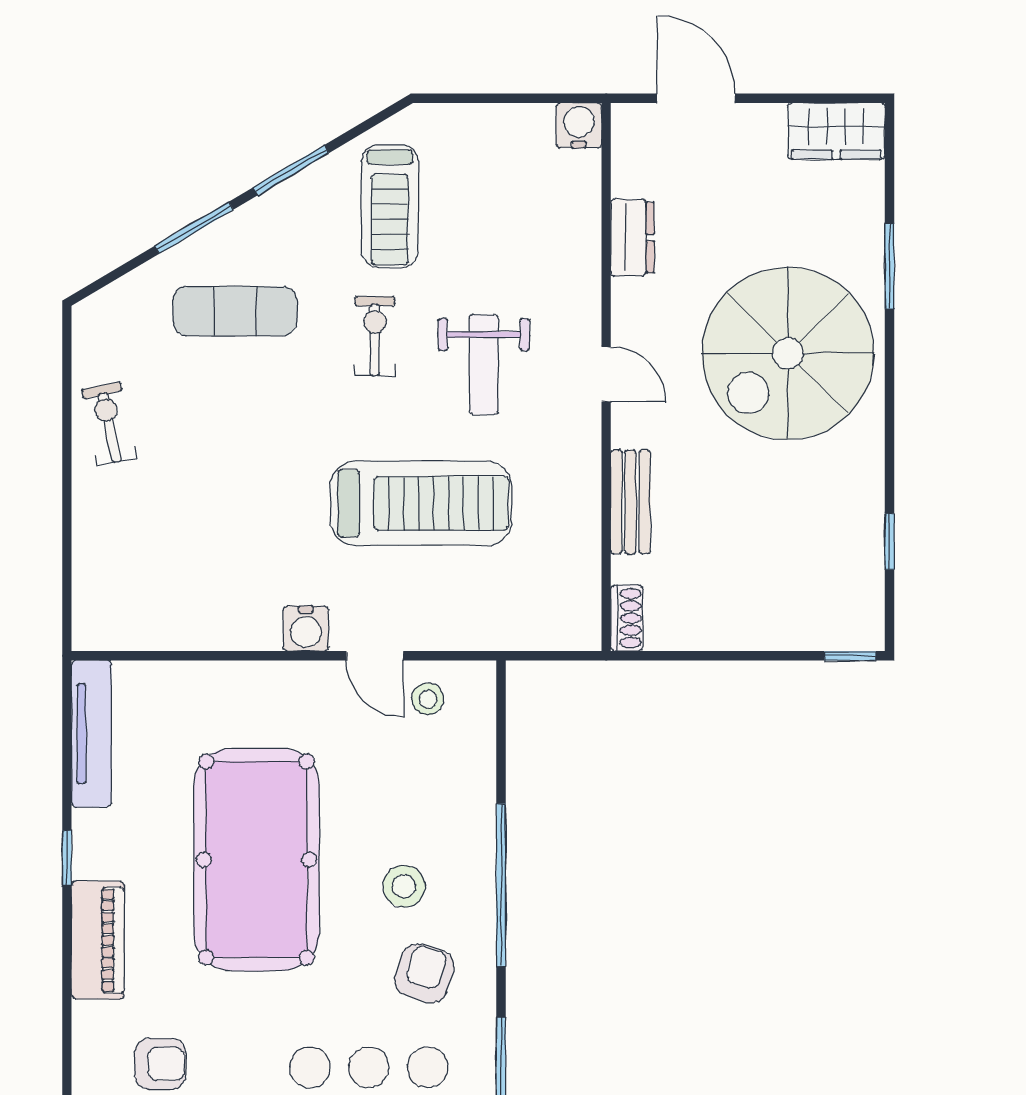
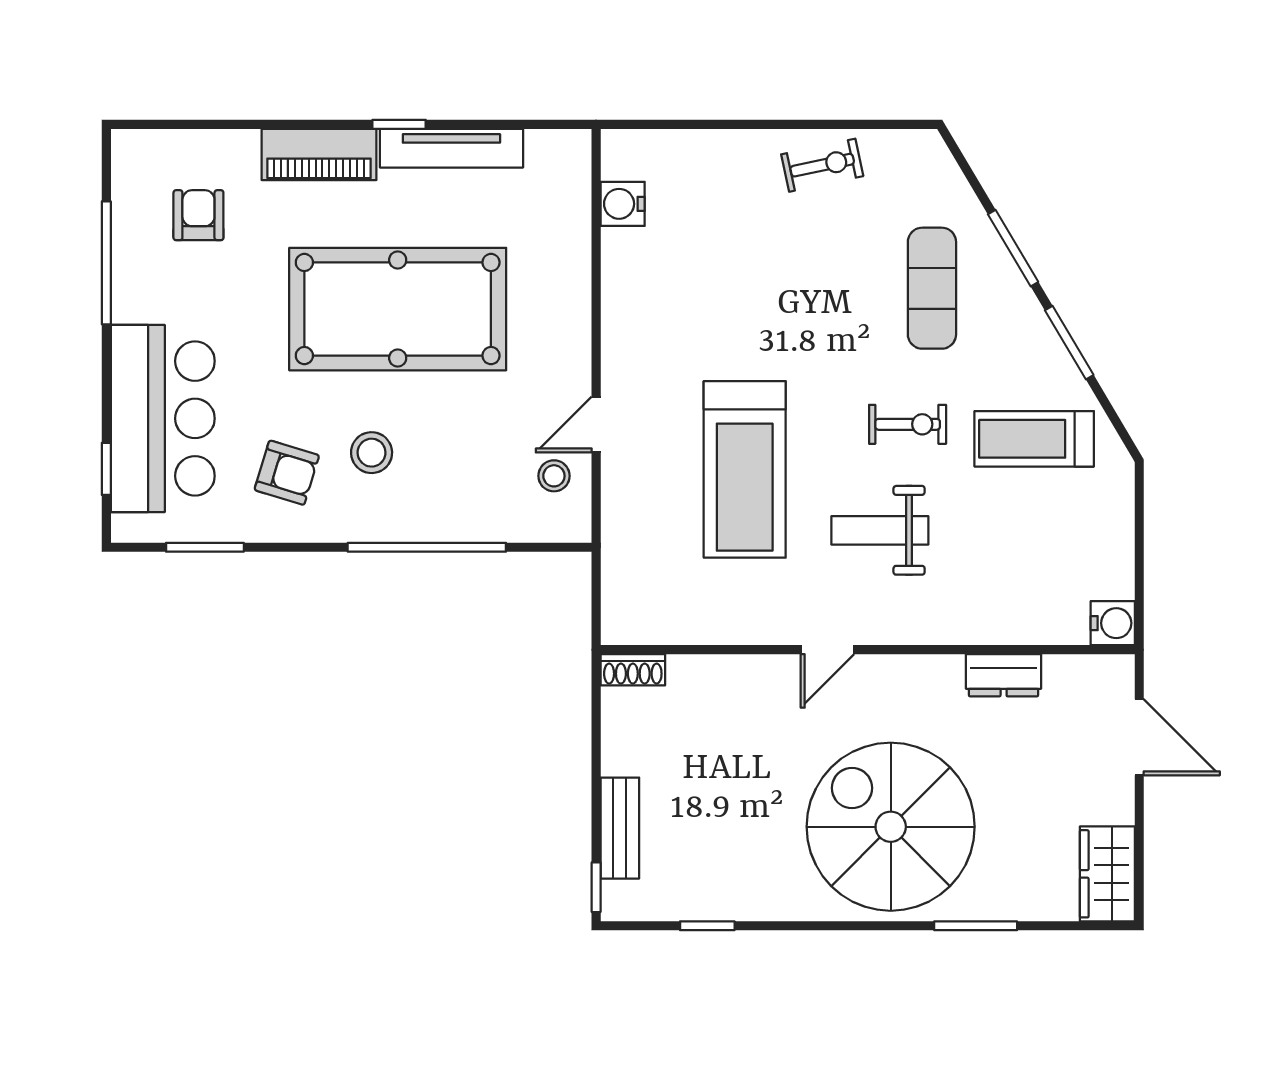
door: (696, 98) -> (1139, 737), hinge flipped
door: (606, 374) -> (827, 650), moved
bench: (631, 502) -> (620, 828), moved, turned 90
water cooler: (306, 629) -> (623, 204), moved
tv unit: (91, 734) -> (451, 148), moved
window: (501, 885) -> (427, 547), moved
armchair: (160, 1064) -> (198, 215), turned 180

